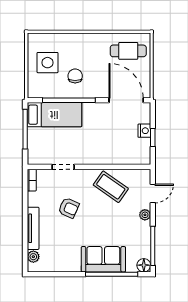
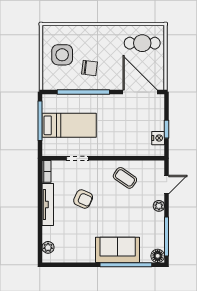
chair: (75, 76) -> (89, 68), turned 97
bed: (54, 115) -> (69, 125), moved
nightstand: (144, 131) -> (158, 138), moved
coffee table: (111, 187) -> (125, 178), width x0.73, depth x0.77
tv unit: (33, 228) -> (48, 204), moved

